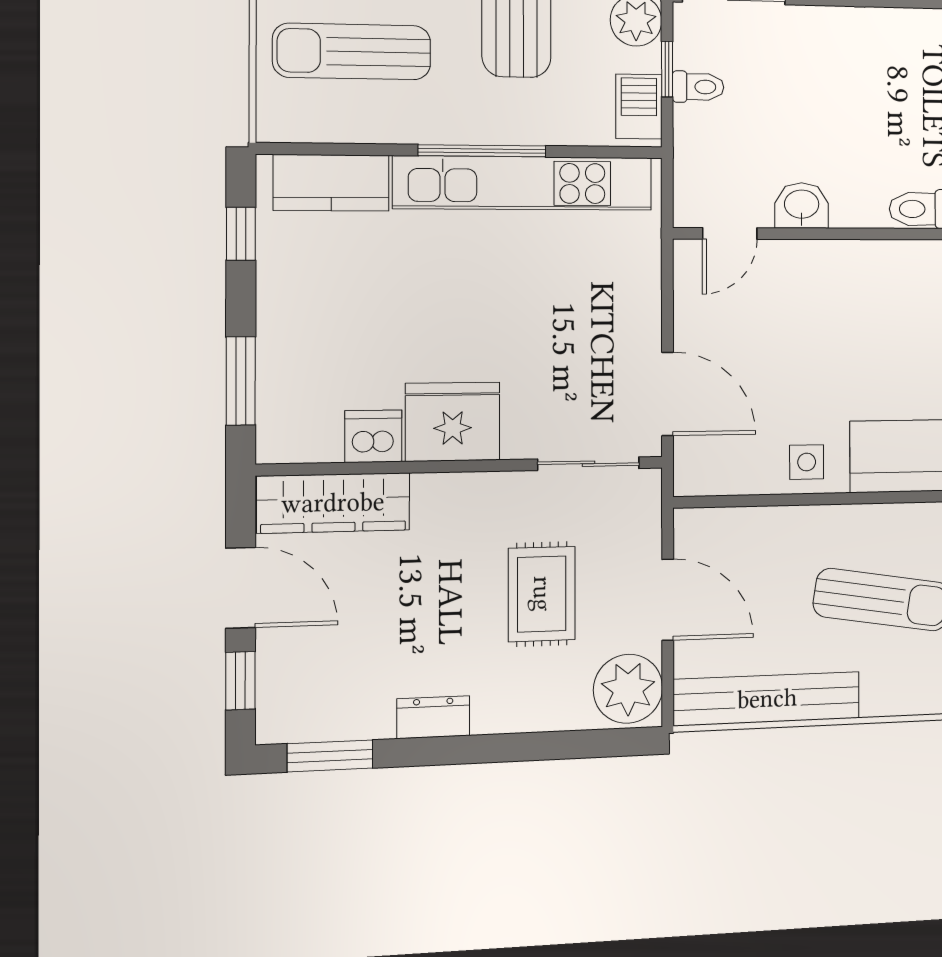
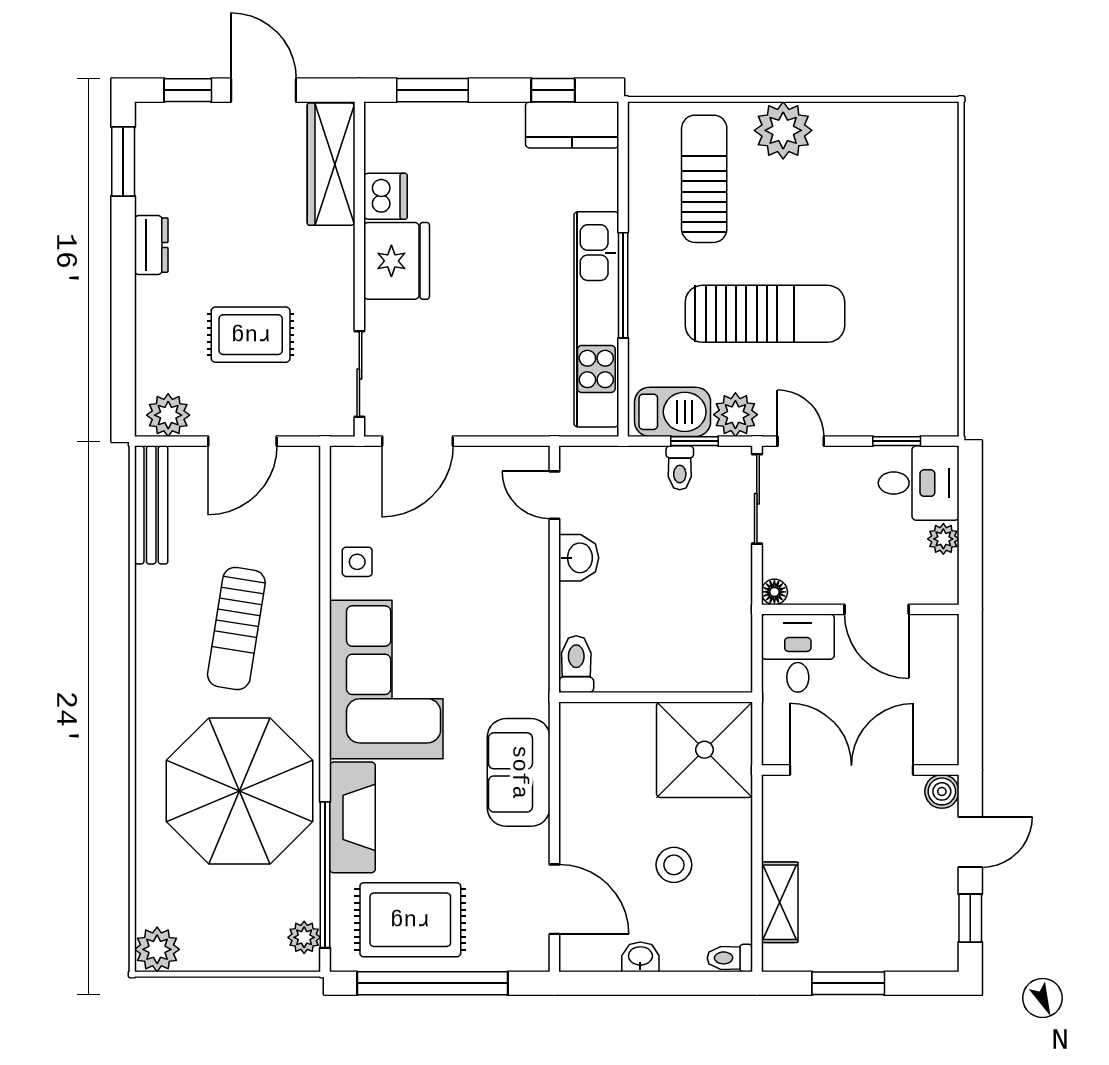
barbecue: (639, 107) -> (673, 412), width x1.38, depth x1.27
kitchen counter: (331, 183) -> (572, 125), moved, turned -90
door: (241, 588) -> (264, 90), swing flipped
plant: (628, 689) -> (168, 415), width x0.73, depth x0.73
bench: (767, 699) -> (151, 505), width x0.73, depth x0.82

